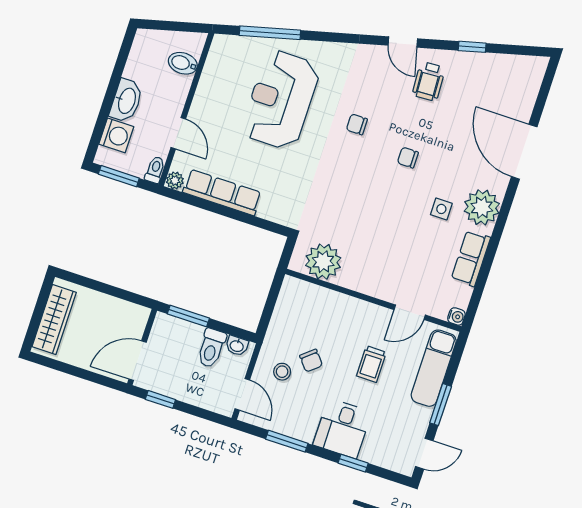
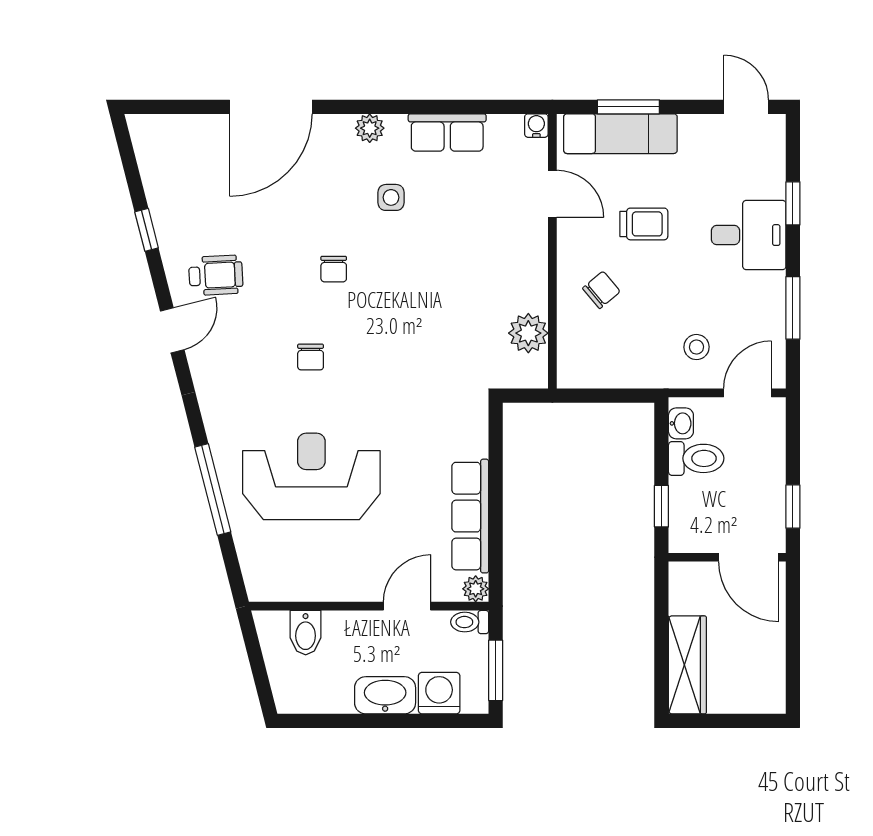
window: (270, 33) -> (213, 489), moved
reception desk: (281, 100) -> (311, 476), turned 180
plant: (482, 207) -> (370, 128), width x0.53, depth x0.53
plant: (323, 262) -> (528, 333), width x0.73, depth x0.73
window: (188, 316) -> (661, 506), width x0.67
wardrobe: (54, 320) -> (687, 665), moved, turned 90
chair: (311, 361) -> (601, 290), moved
window: (441, 405) -> (628, 107), moved

